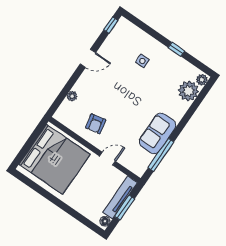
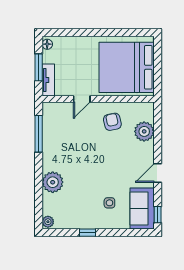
plant: (188, 91) -> (53, 182), moved
plant: (72, 96) -> (144, 131), width x1.87, depth x1.87
sofa: (157, 133) -> (142, 208), moved, turned 180
tv unit: (120, 197) -> (48, 80), width x0.71

